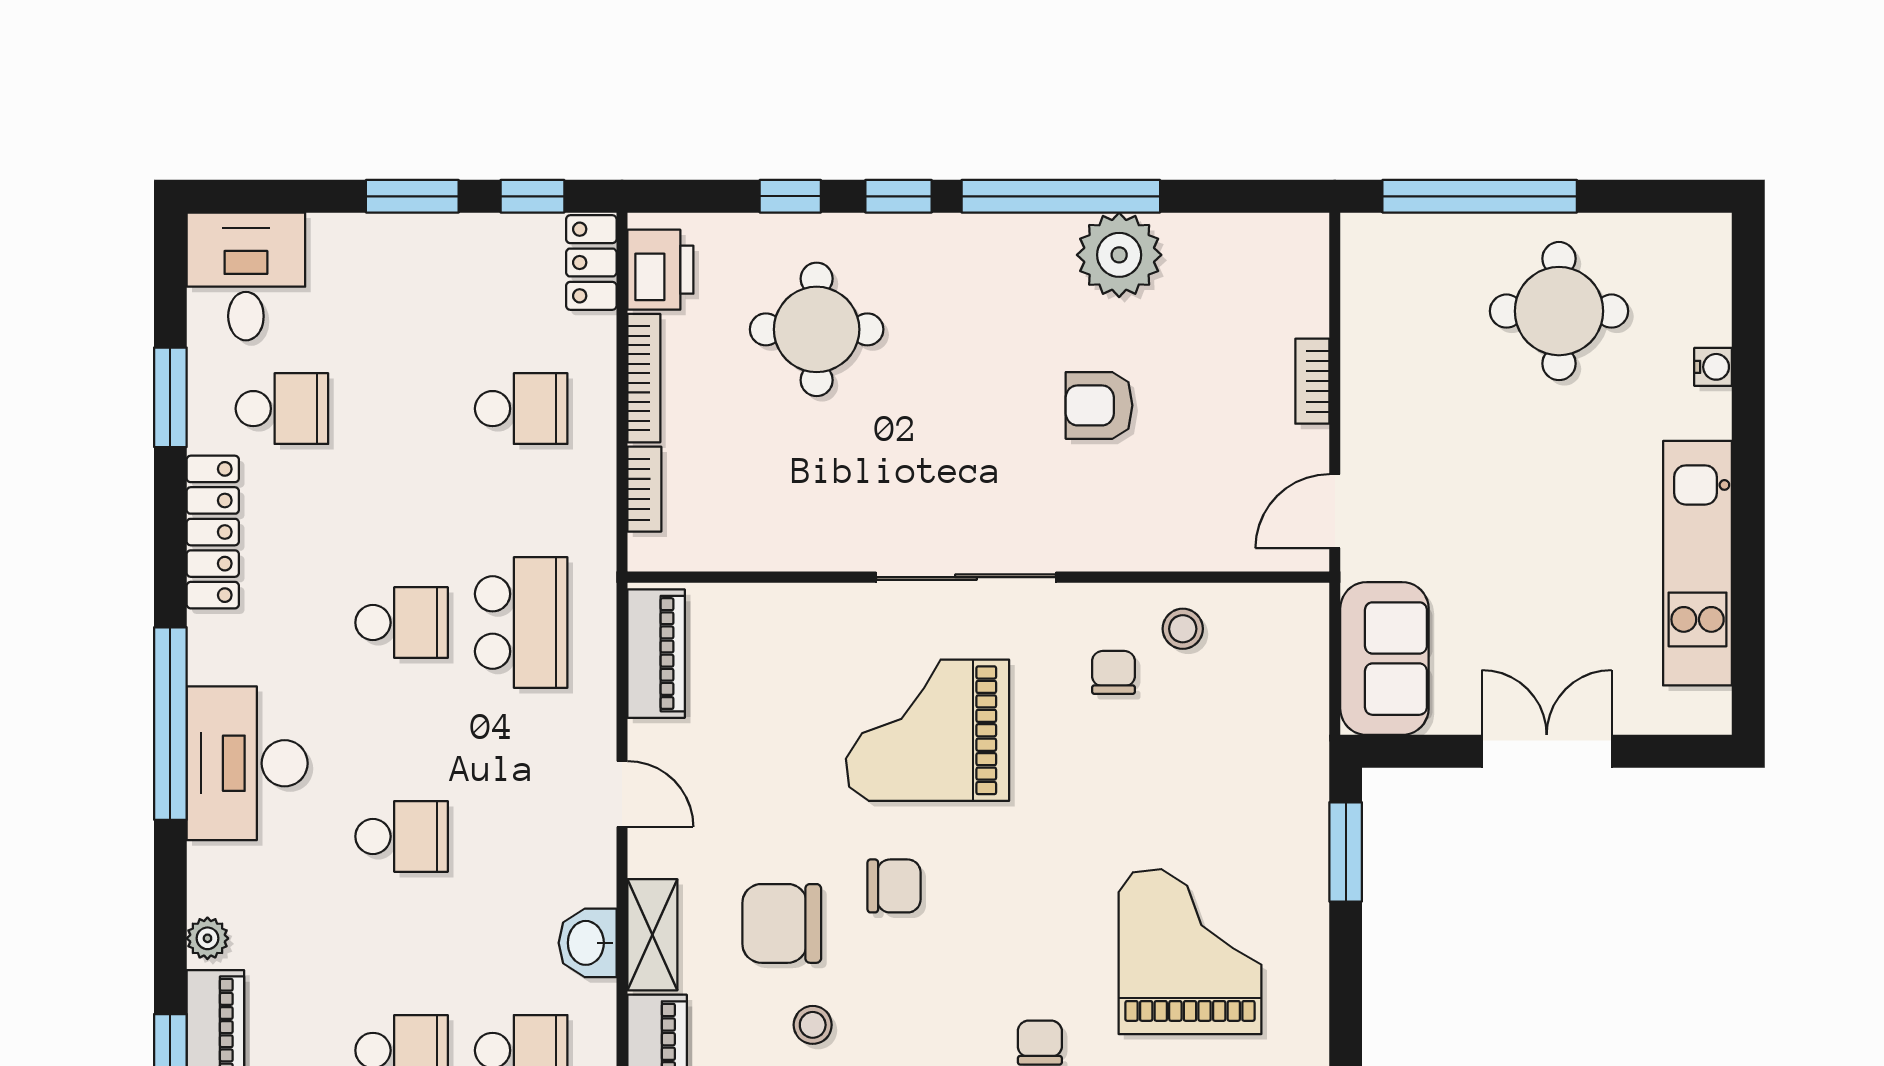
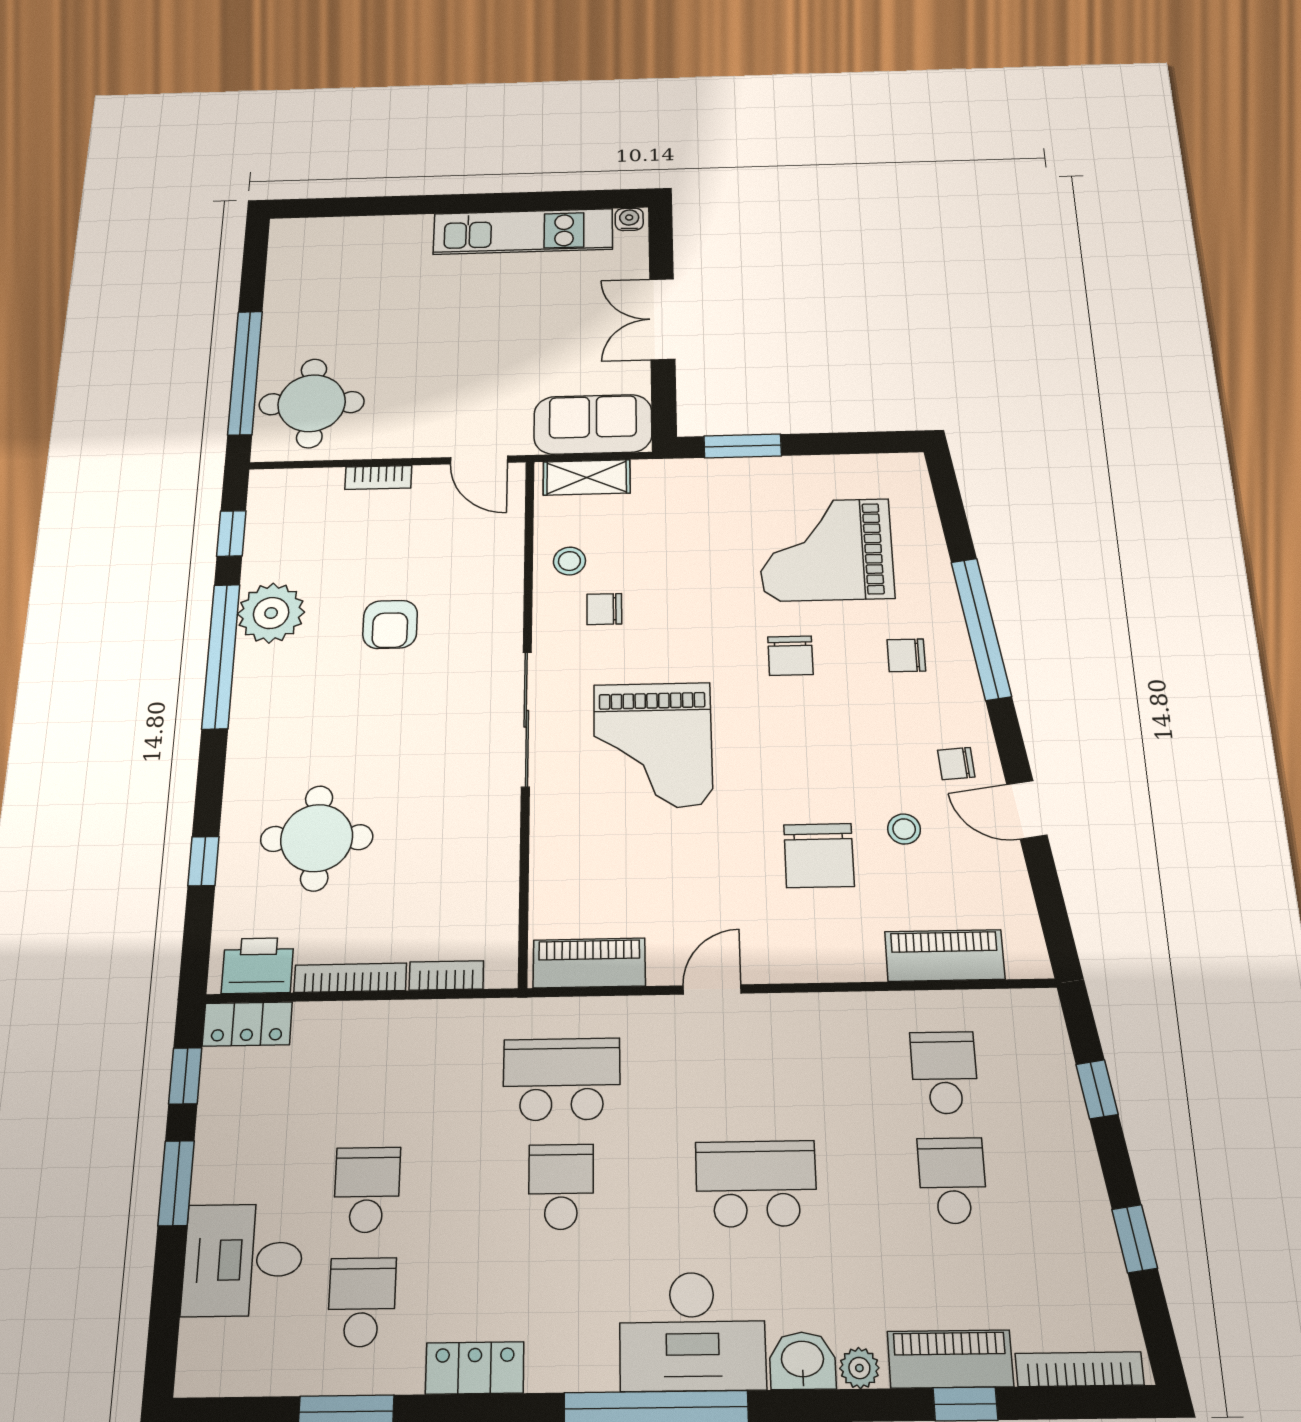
window: (899, 196) -> (231, 533), moved
desk: (246, 276) -> (243, 1260), moved
round table: (1559, 311) -> (312, 403), moved
water cooler: (1713, 367) -> (629, 219), moved
school desk: (521, 409) -> (367, 1190), moved
locker: (213, 532) -> (475, 1368), width x0.66
school desk: (402, 836) -> (756, 1184), width x1.85
chair: (894, 886) -> (790, 656), moved, turned 180
shelving: (652, 935) -> (587, 477), moved
washbasin: (588, 943) -> (803, 1361), moved, turned 180

